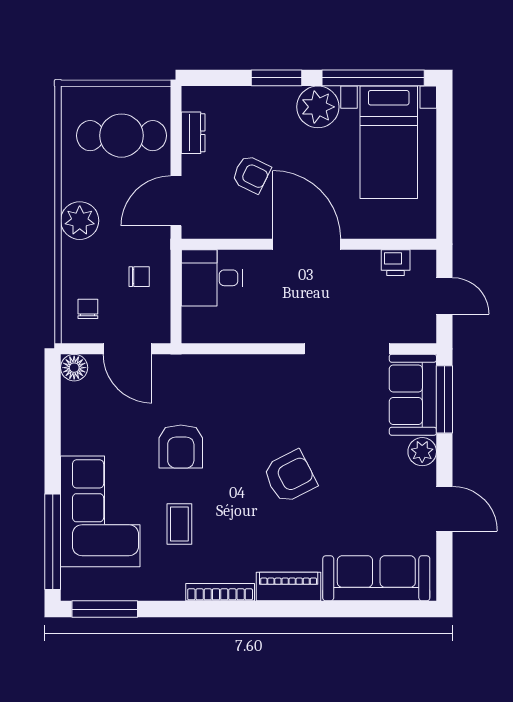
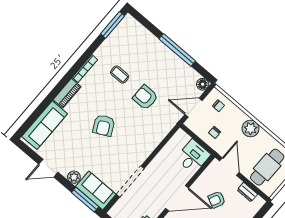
corner sofa: (100, 511) -> (147, 52), removed
window: (53, 542) -> (177, 50), moved

